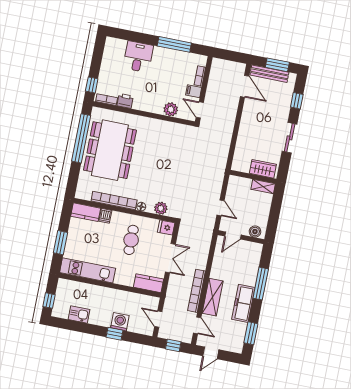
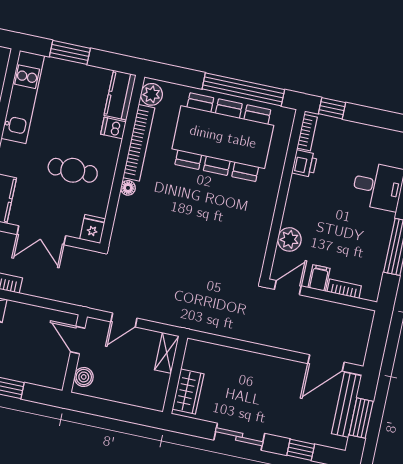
shelving: (263, 187) -> (167, 353), moved
plant: (161, 208) -> (151, 94), moved

